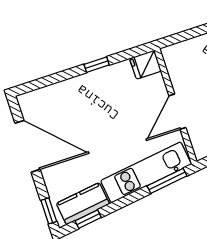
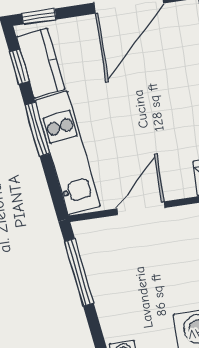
door: (177, 112) -> (141, 208), hinge flipped
window: (167, 181) -> (37, 129), moved

